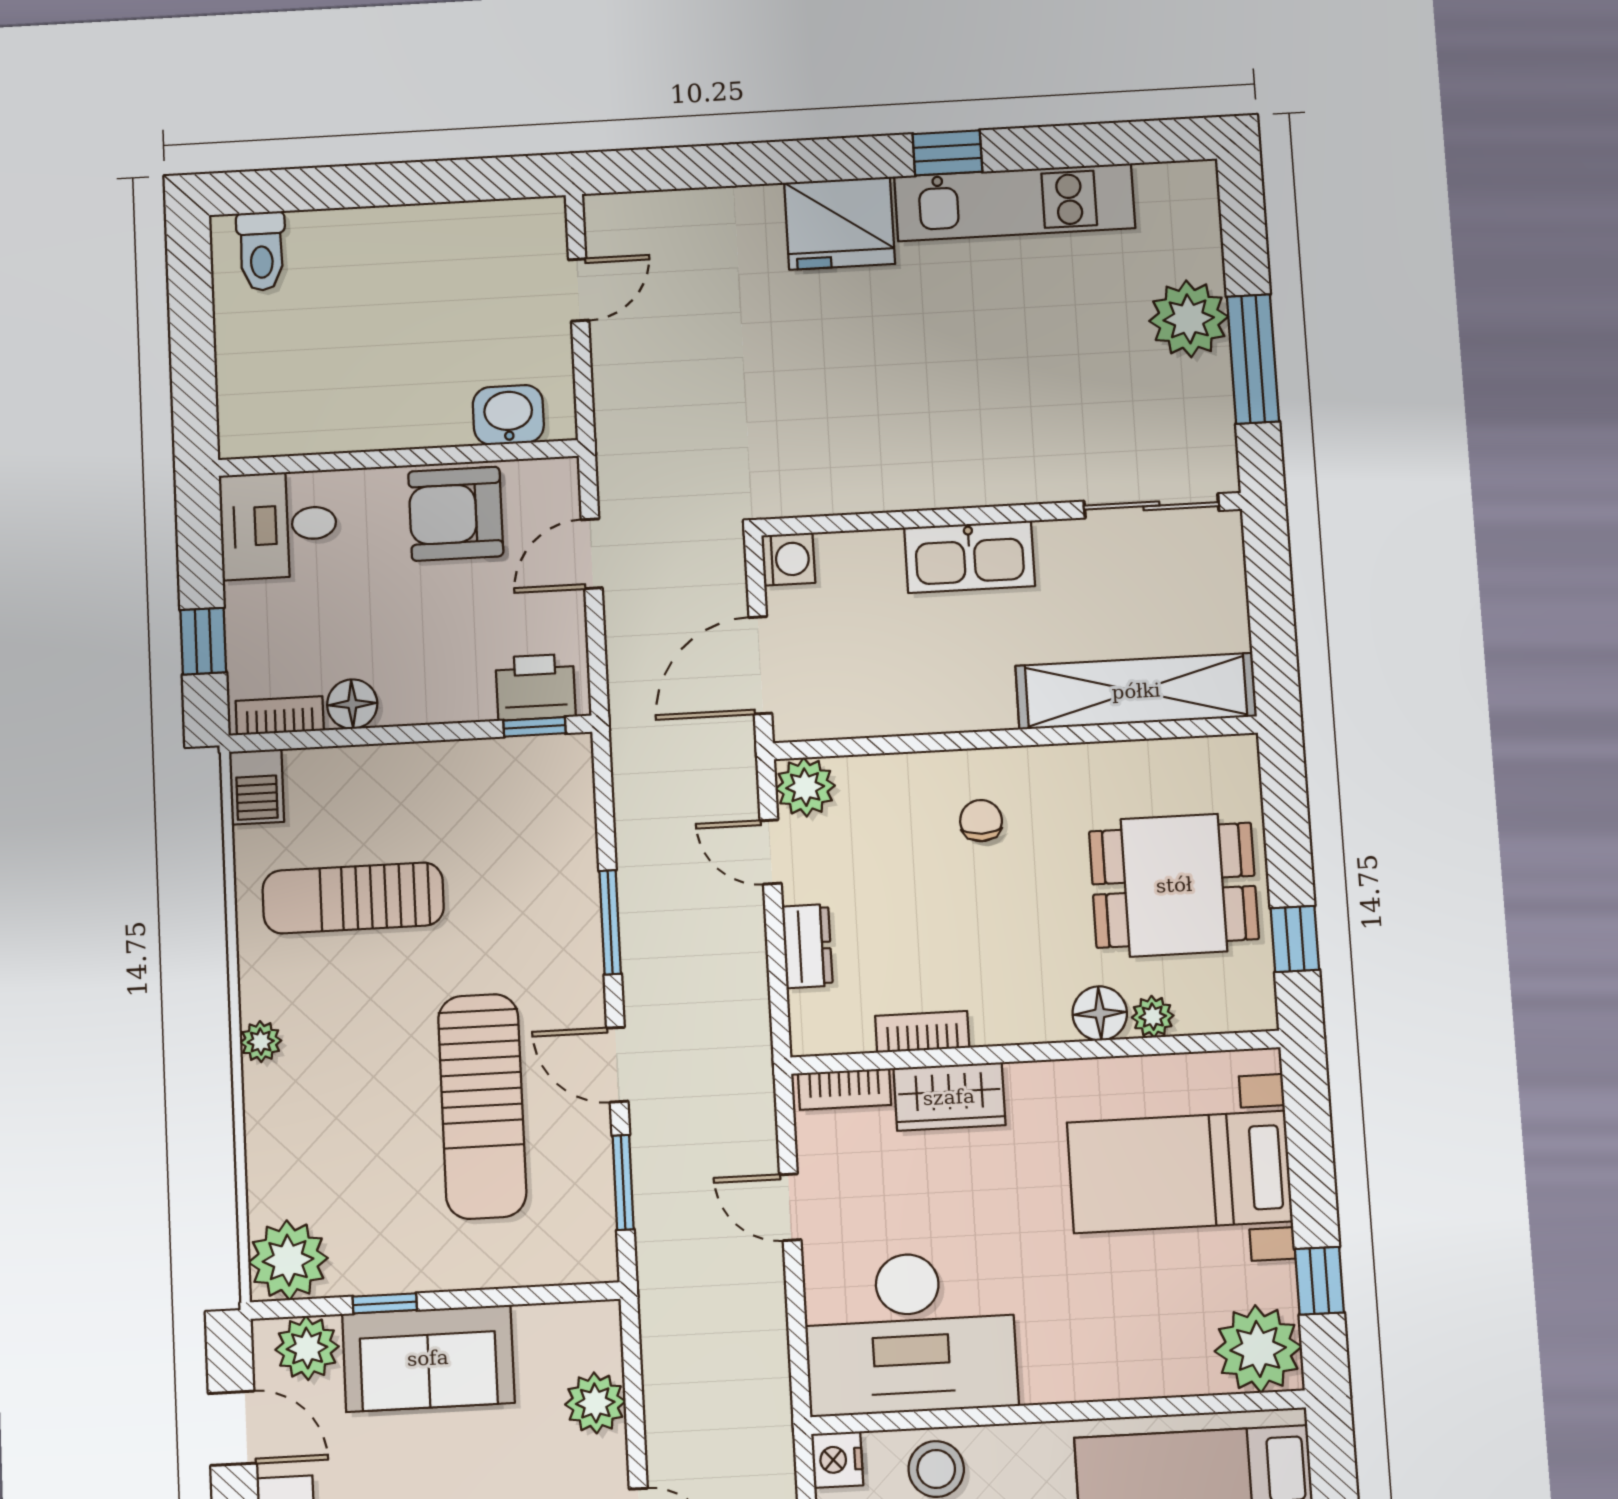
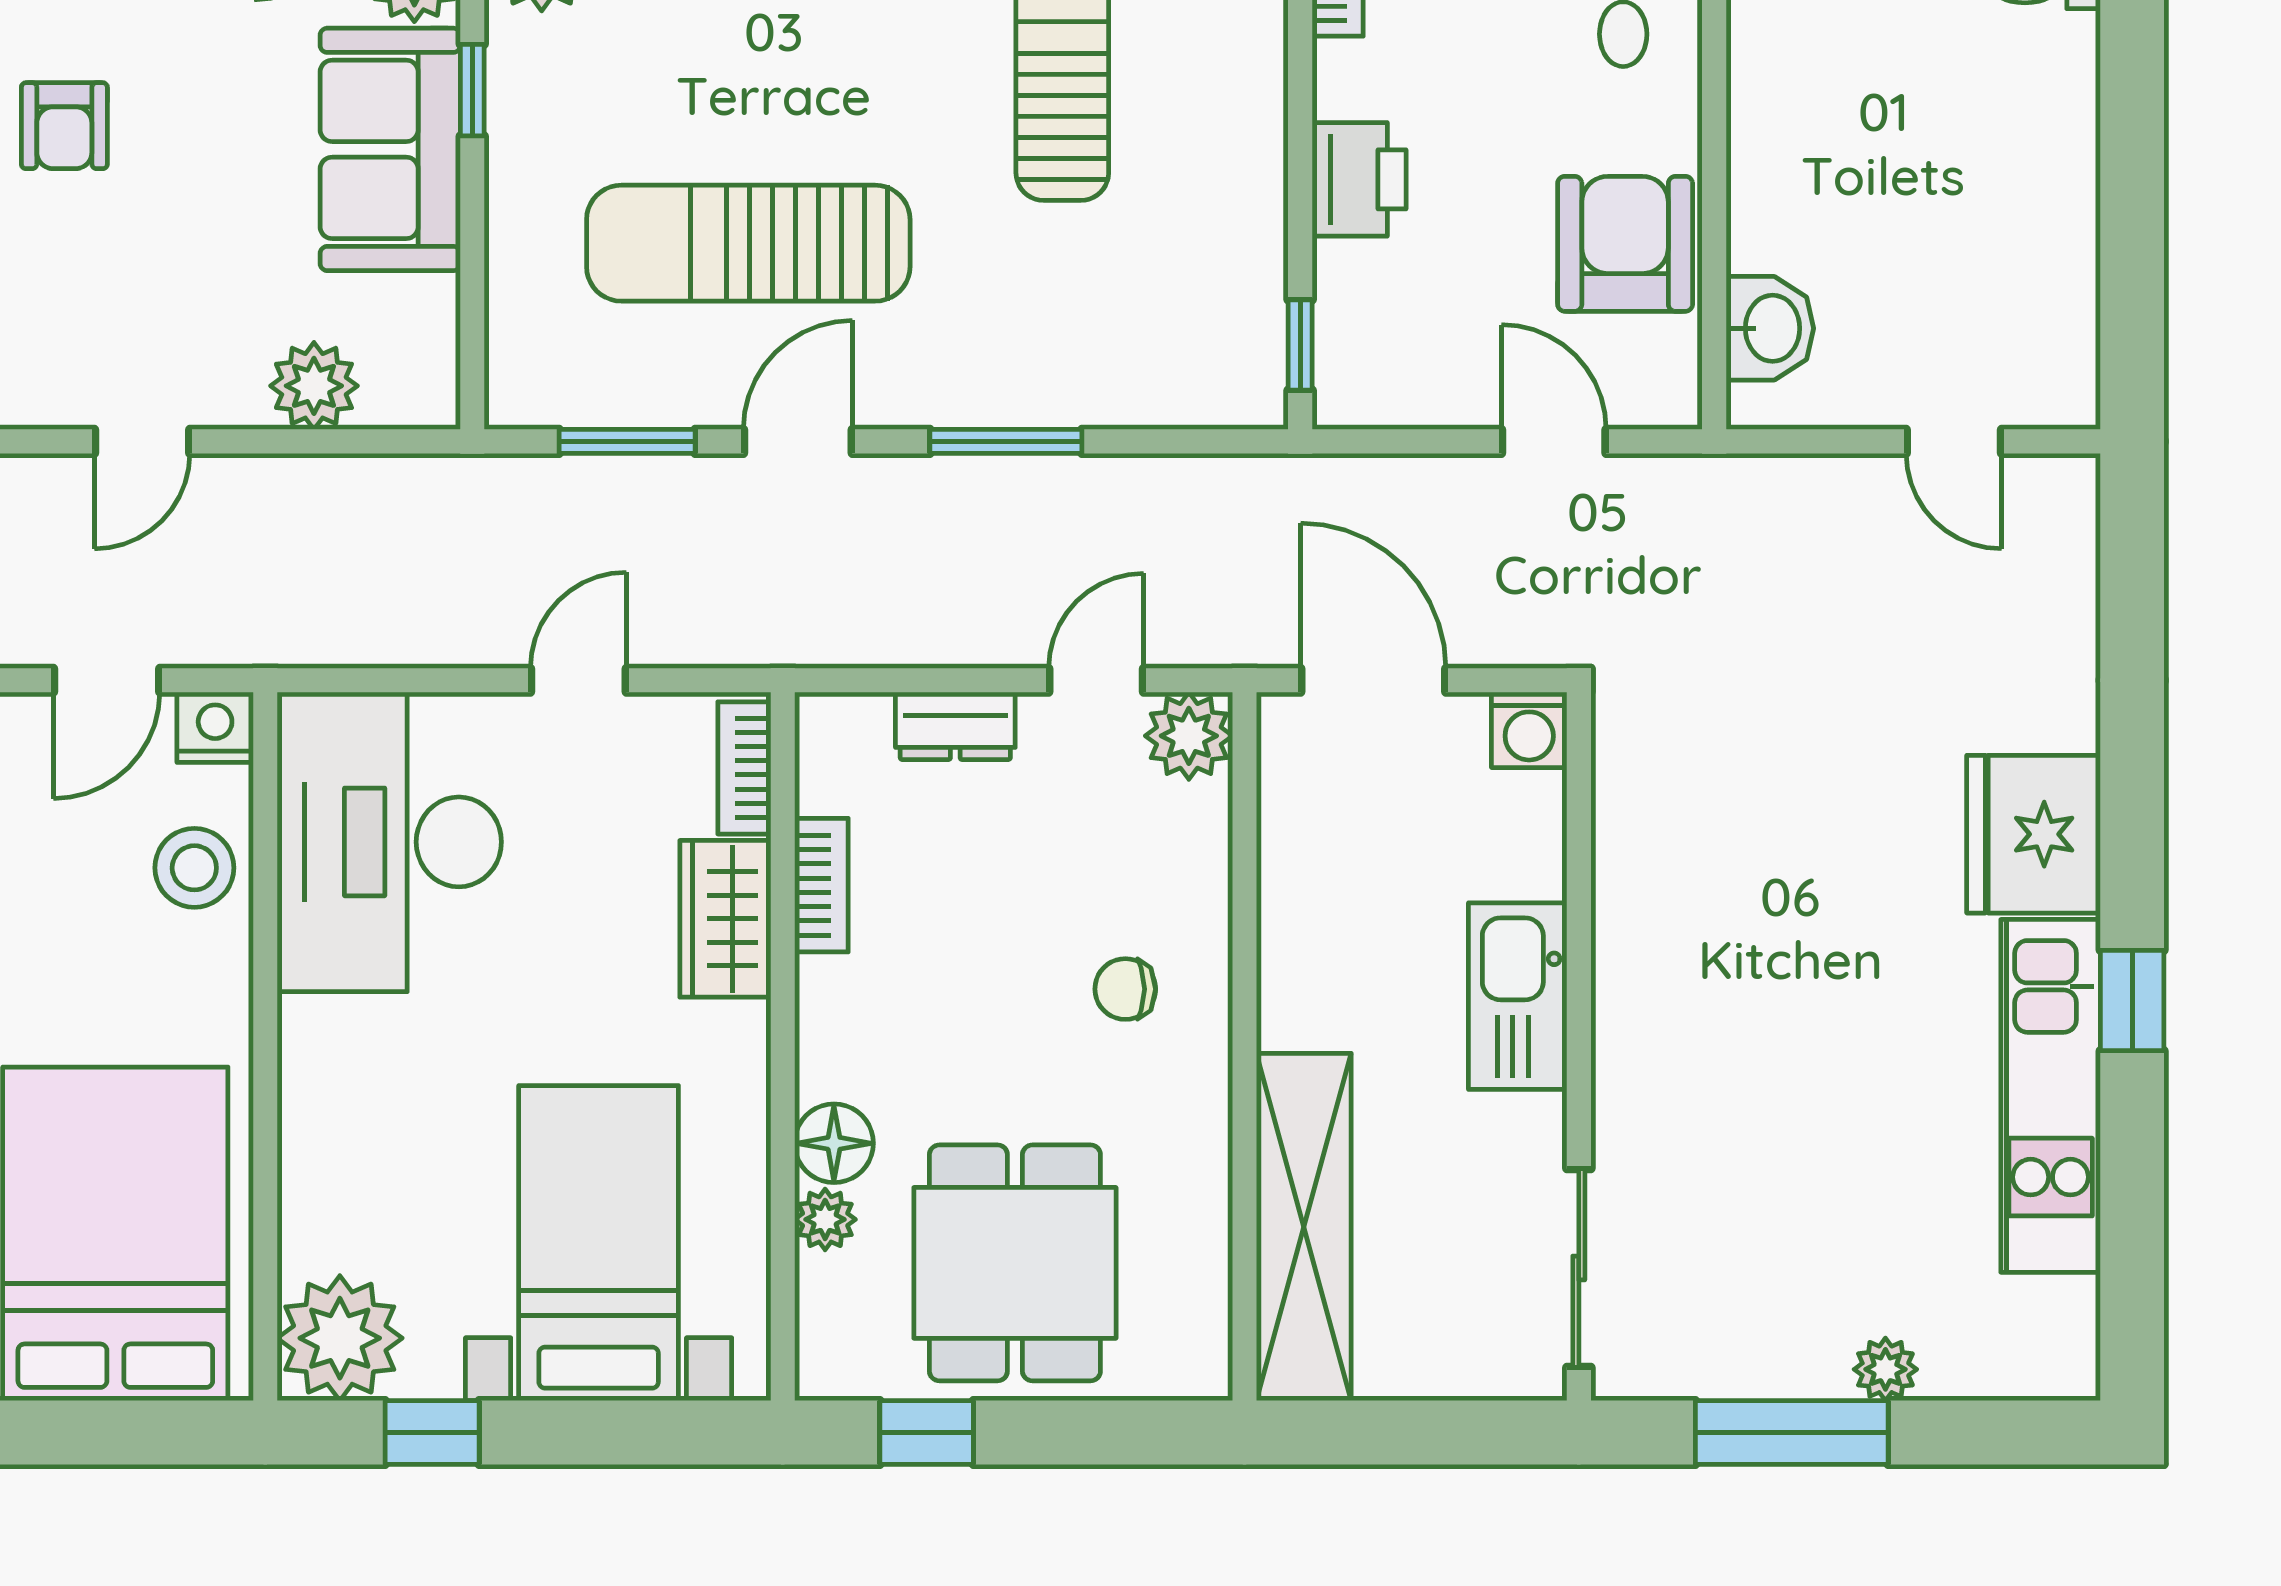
plant: (1189, 319) -> (1885, 1369), width x0.53, depth x0.53
printer: (536, 687) -> (1359, 179), moved
floor lamp: (352, 704) -> (1349, 79), removed
chair: (981, 821) -> (1125, 989), turned 180

